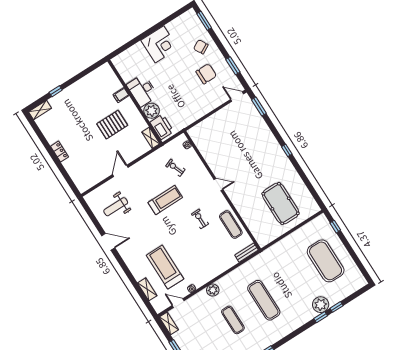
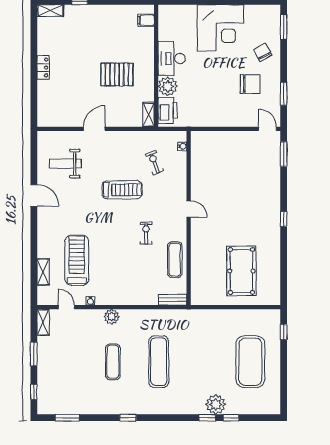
corner desk: (159, 44) -> (221, 28), width x1.36, depth x1.36
filing cabinet: (121, 95) -> (146, 20), moved

